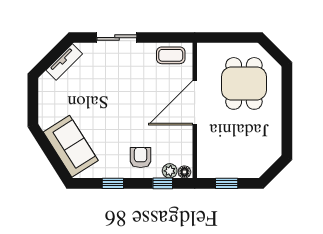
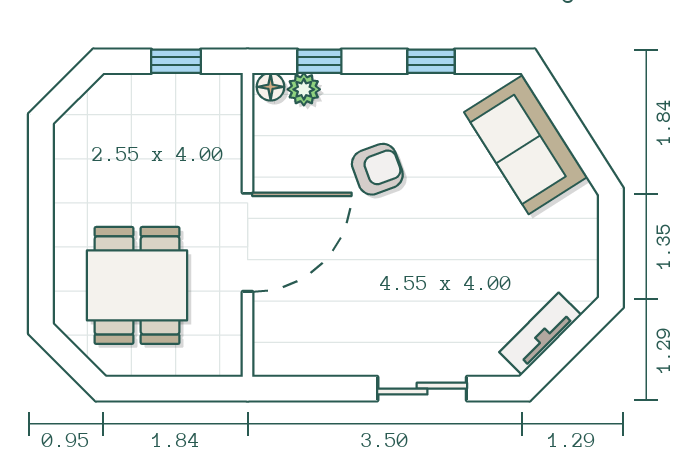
coffee table: (171, 55) -> (301, 349), removed
armchair: (141, 158) -> (377, 169), moved, turned -110

